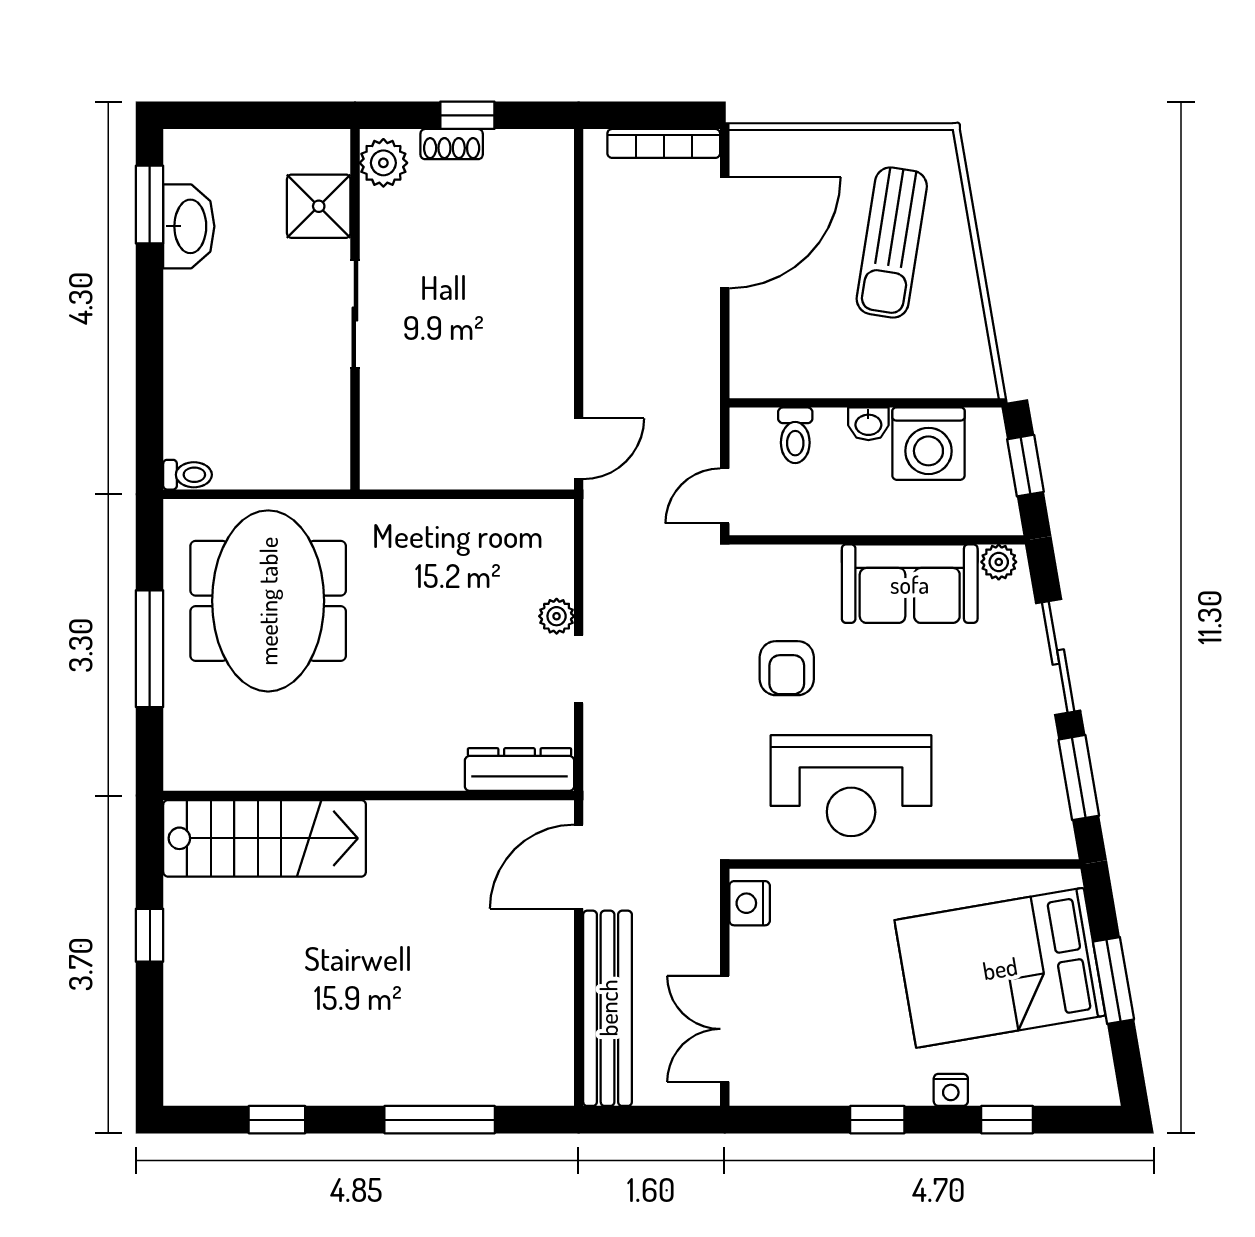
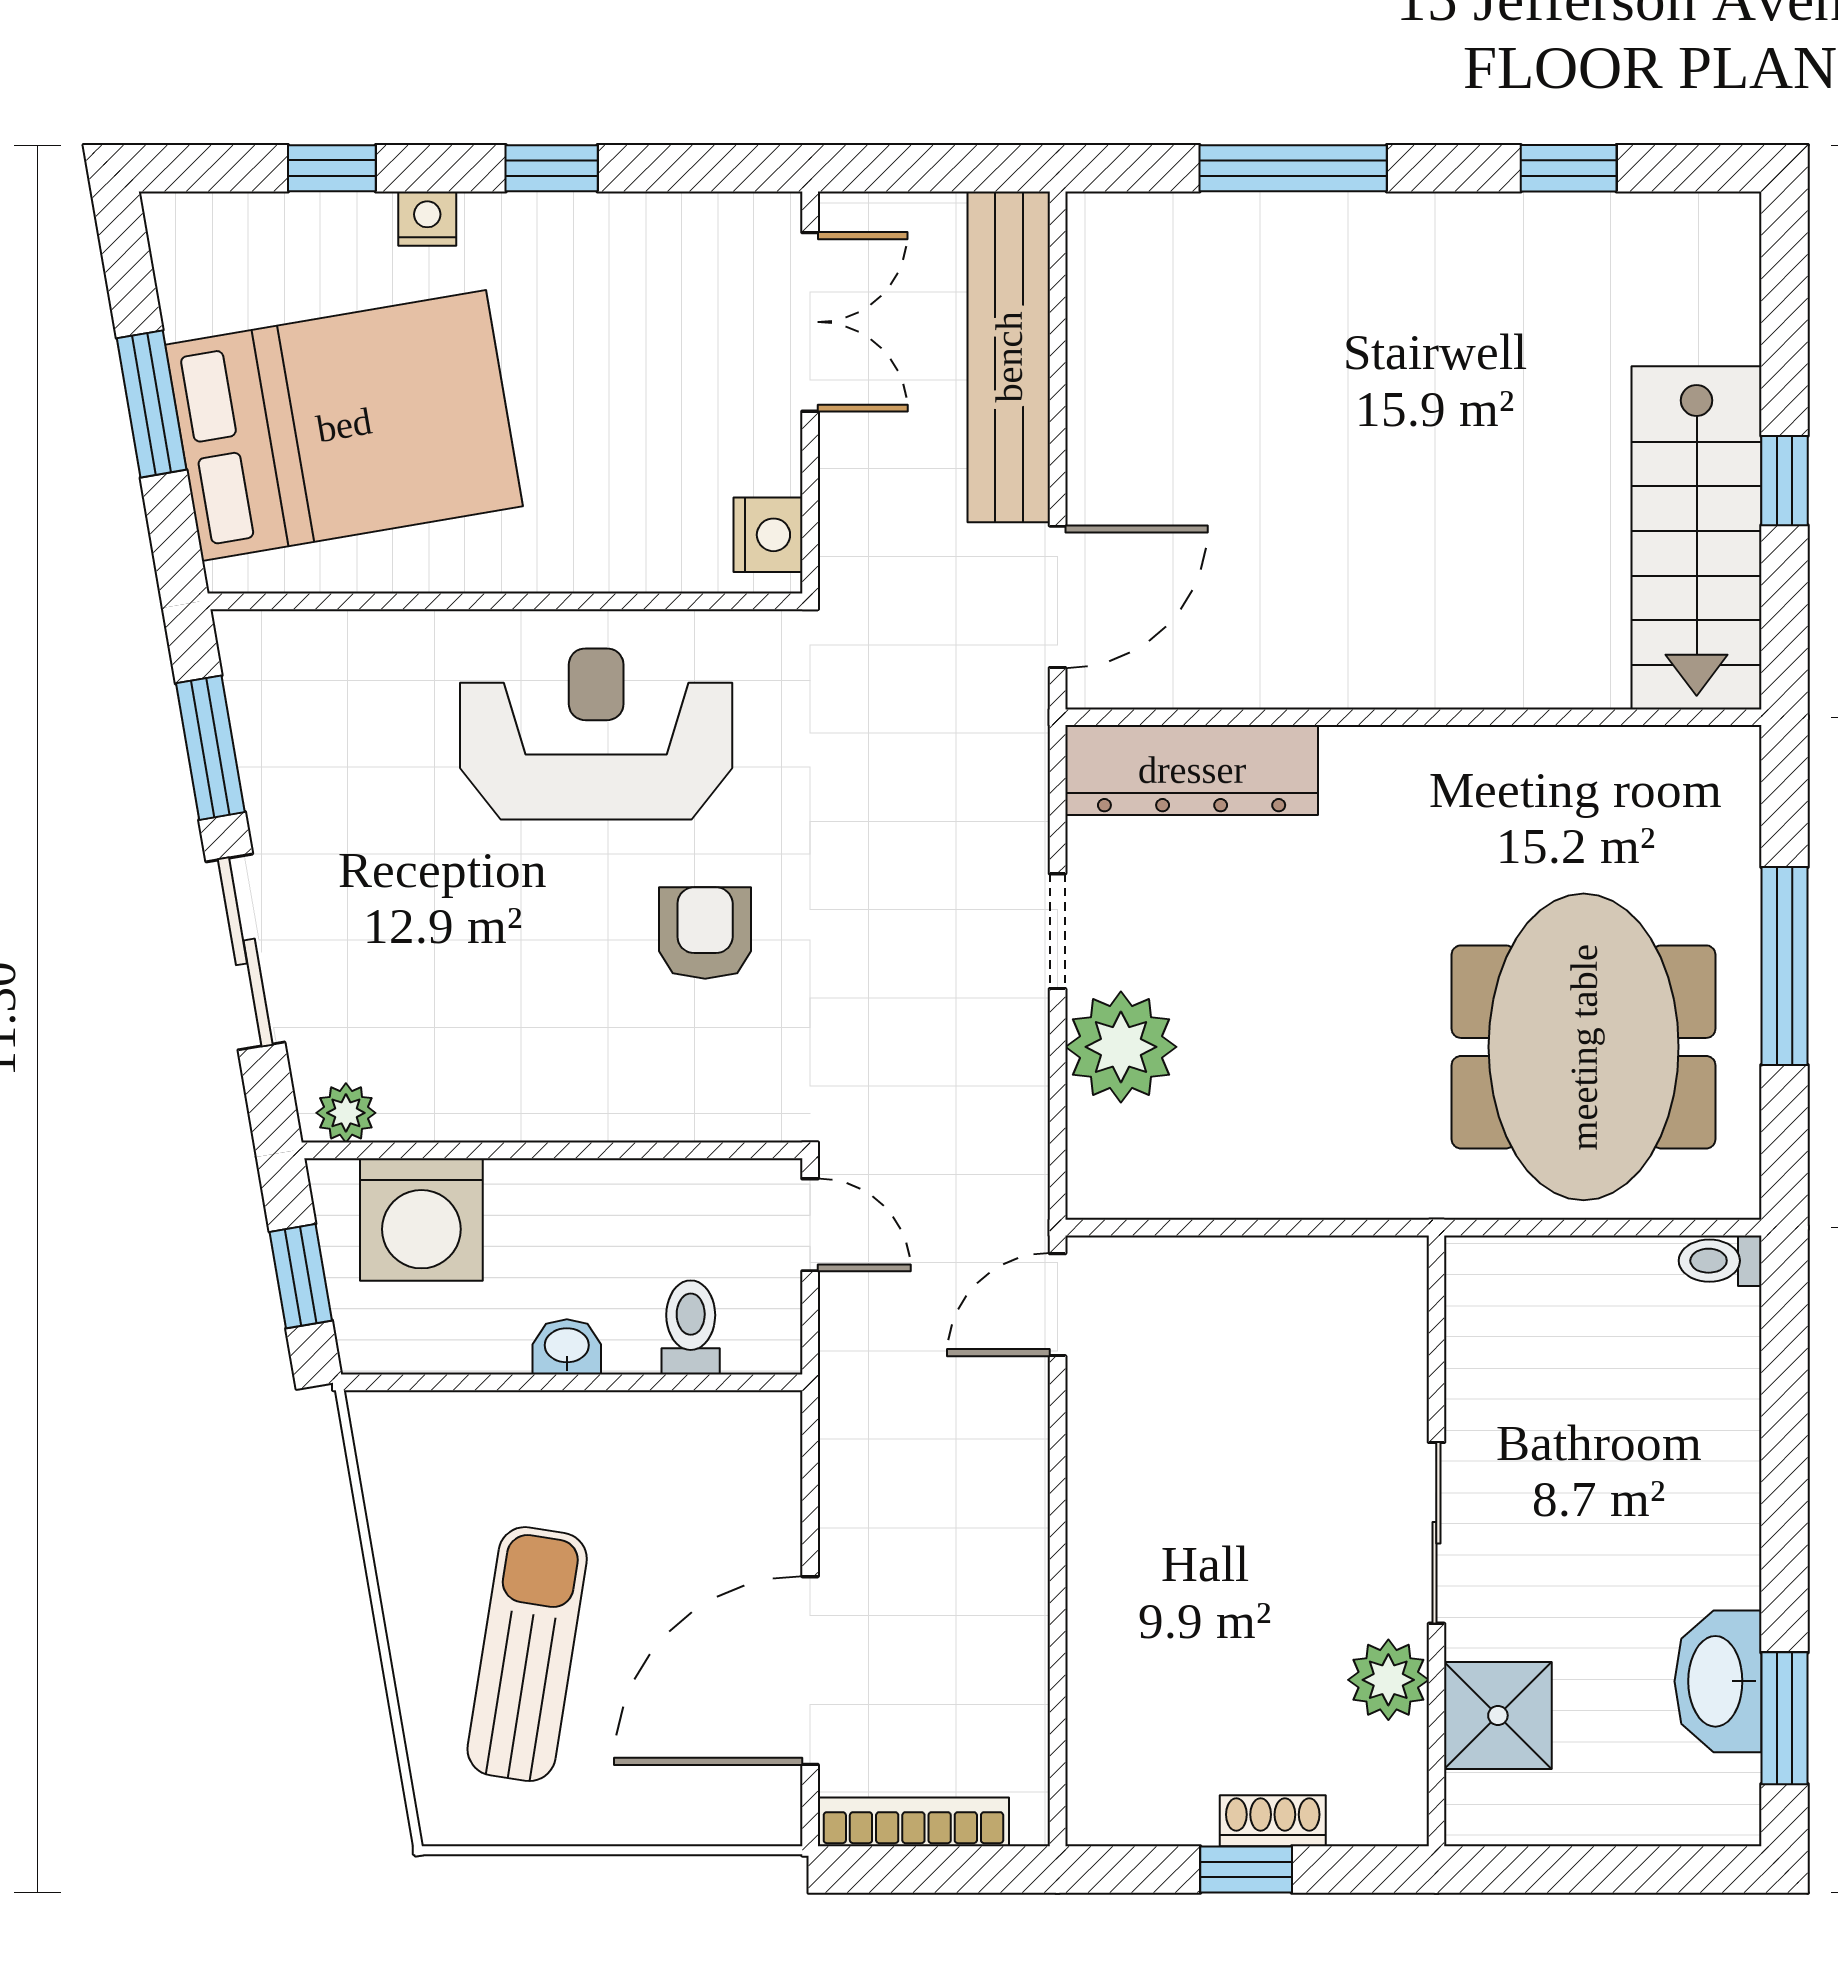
plant: (383, 163) -> (1388, 1680), moved
washing machine: (928, 444) -> (421, 1219), moved, turned 180
door: (725, 496) -> (810, 1225), hinge flipped
sofa: (910, 584) -> (497, 1076), removed
plant: (557, 616) -> (1121, 1047), width x1.88, depth x1.88
dresser: (519, 770) -> (1192, 770), width x1.37, depth x1.24
stairs: (265, 838) -> (1697, 538), moved, turned -90

